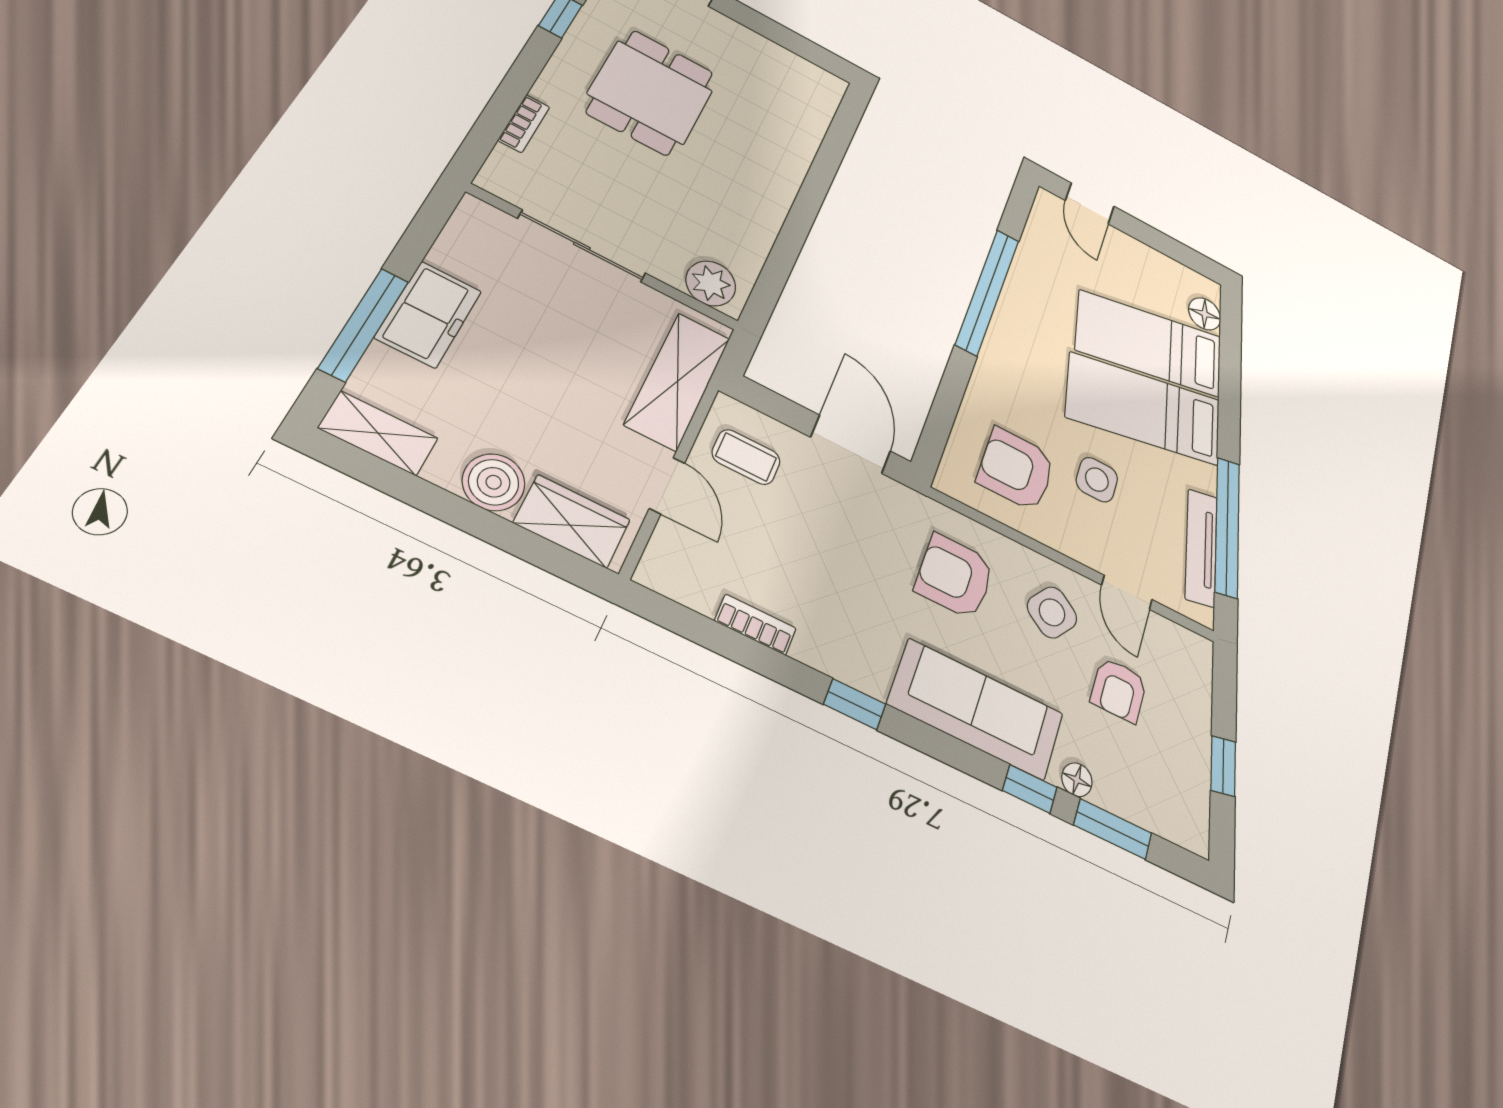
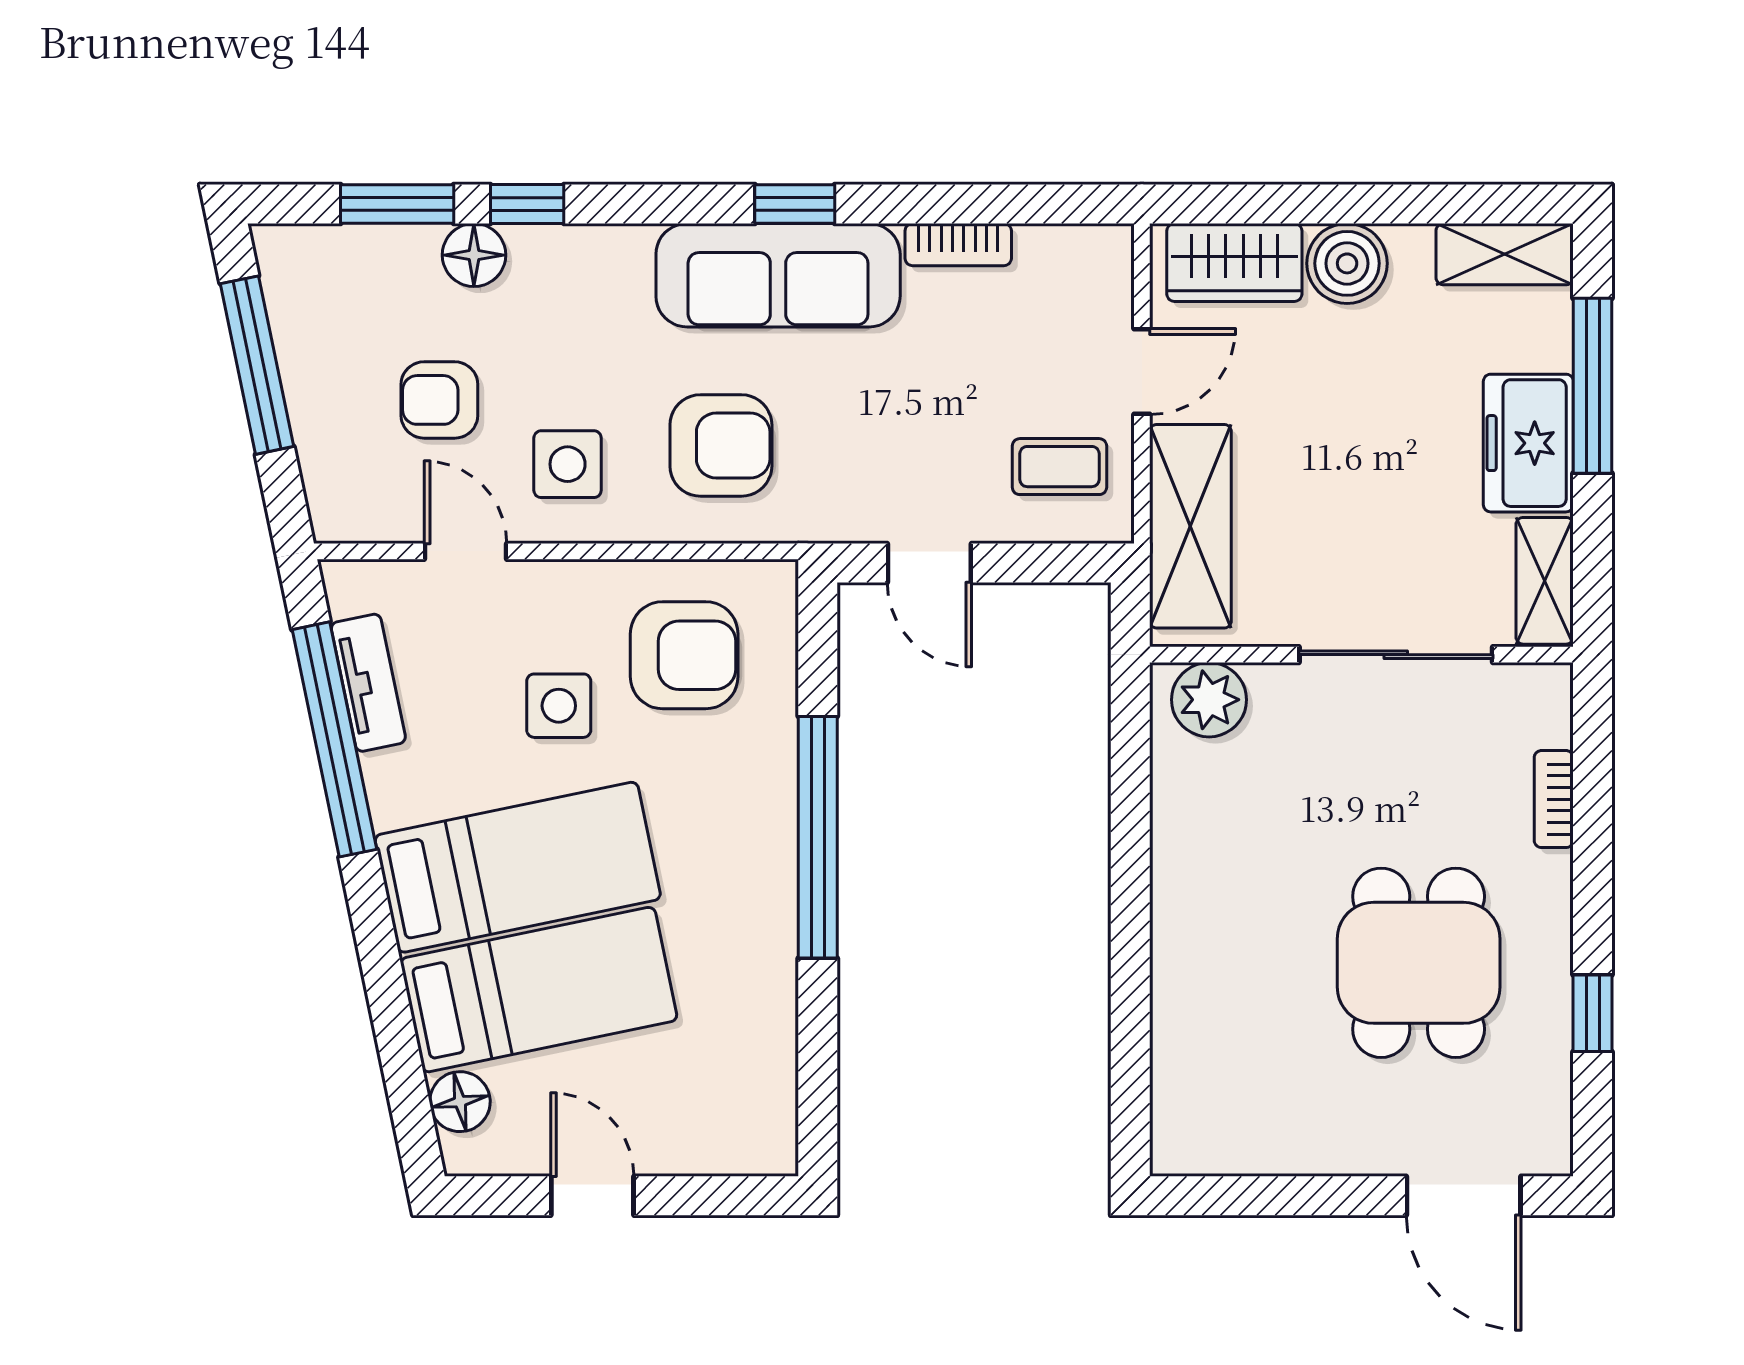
door: (1090, 203) -> (592, 1196), moved
shelving: (463, 235) -> (1545, 581), added
window: (987, 292) -> (818, 837), moved
door: (851, 444) -> (929, 563), width x0.73
door: (667, 486) -> (1142, 372), swing flipped
tv unit: (1201, 548) -> (368, 683), width x0.71
side table: (1052, 612) -> (568, 464), turned -35
armchair: (1119, 690) -> (439, 400), turned -90
sofa: (976, 709) -> (778, 275), moved
window: (1223, 766) -> (257, 365), width x2.17
floor lamp: (1077, 780) -> (474, 255), width x1.37, depth x1.37

